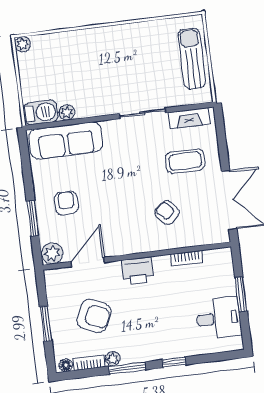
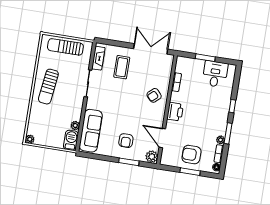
sun lounger: (118, 50) -> (48, 87), added
armchair: (66, 203) -> (126, 141), turned -90
armchair: (167, 213) -> (154, 95), moved
armchair: (94, 316) -> (191, 155), moved, turned -114

